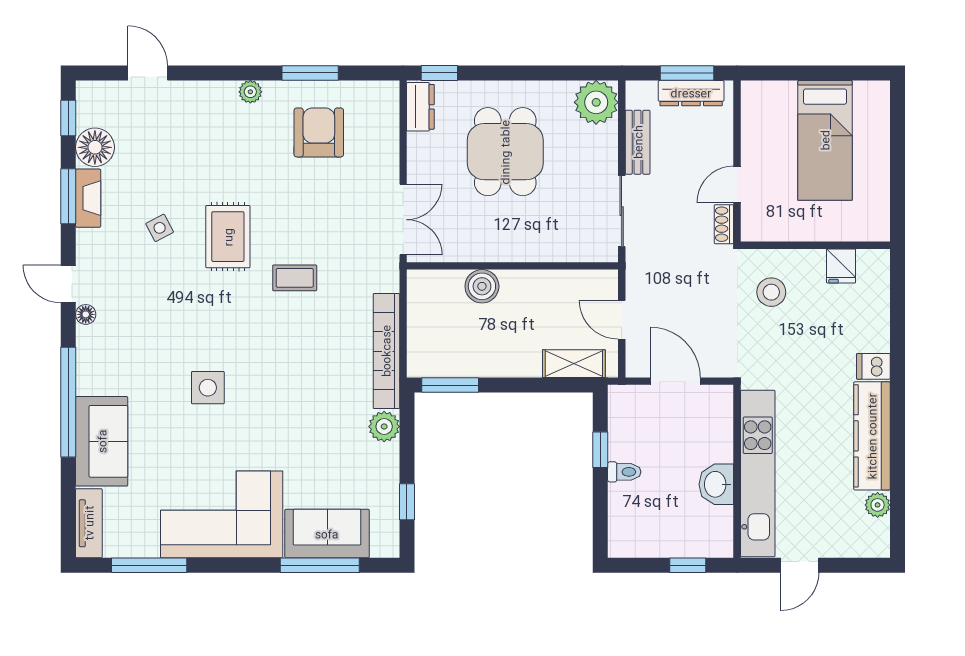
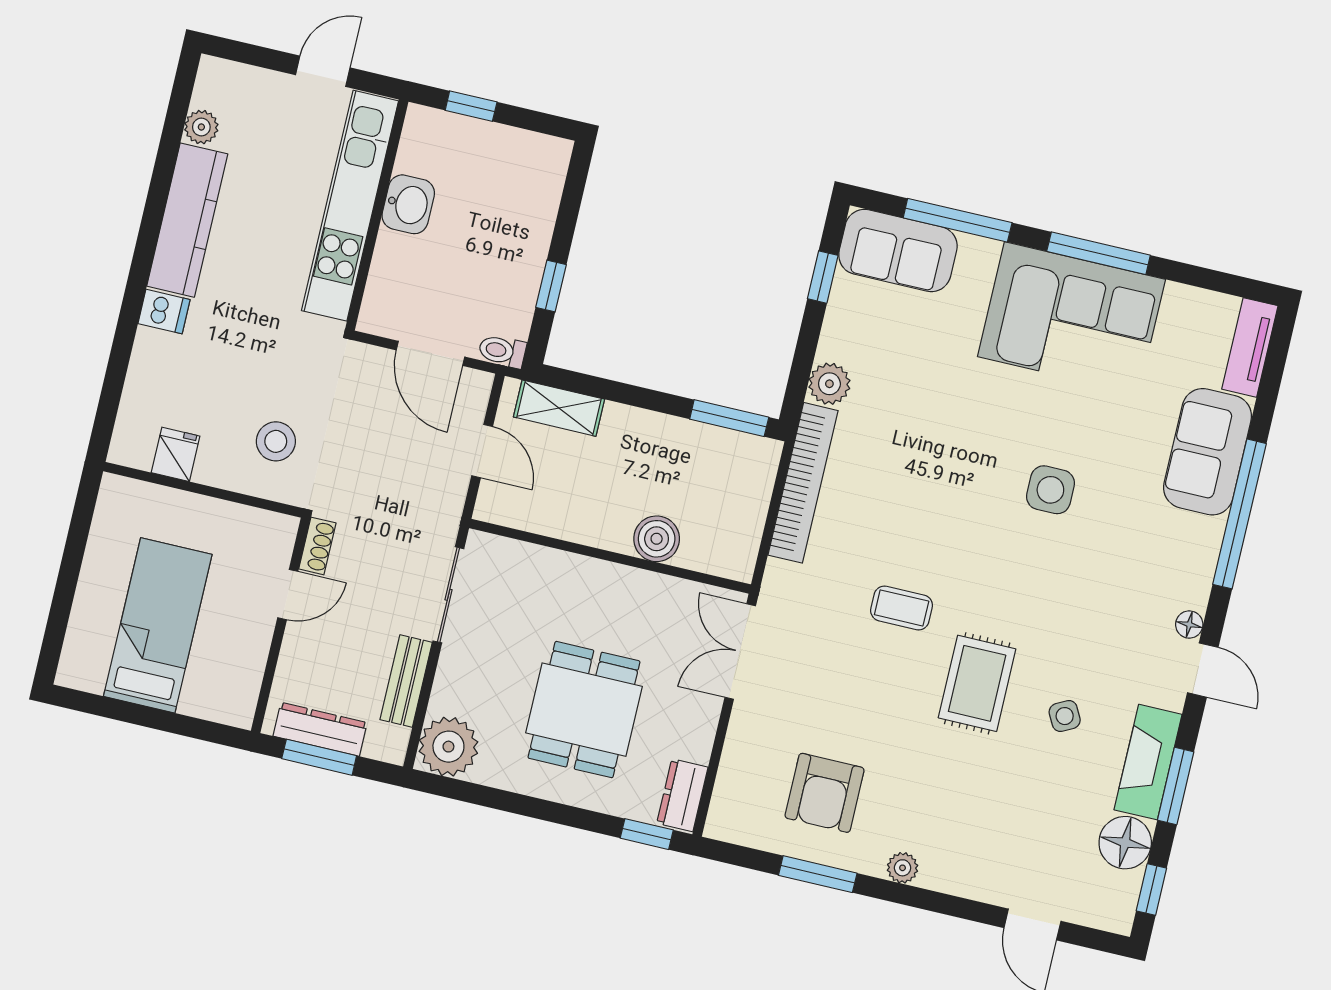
fireplace: (88, 198) -> (1148, 762), width x1.37, depth x1.32
toilet: (624, 472) -> (502, 351), moved
sofa: (327, 534) -> (898, 251), moved
window: (149, 565) -> (1099, 253), moved

